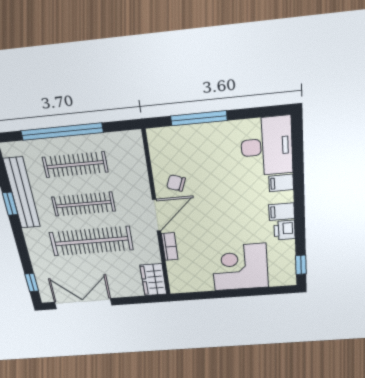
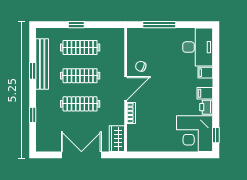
window: (62, 132) -> (76, 25), width x0.32
clothes rail: (91, 241) -> (80, 104), width x0.73, depth x0.76
corner desk: (240, 267) -> (195, 134), moved, turned -90
window: (32, 283) -> (33, 115), moved
double door: (83, 304) -> (81, 155), moved

